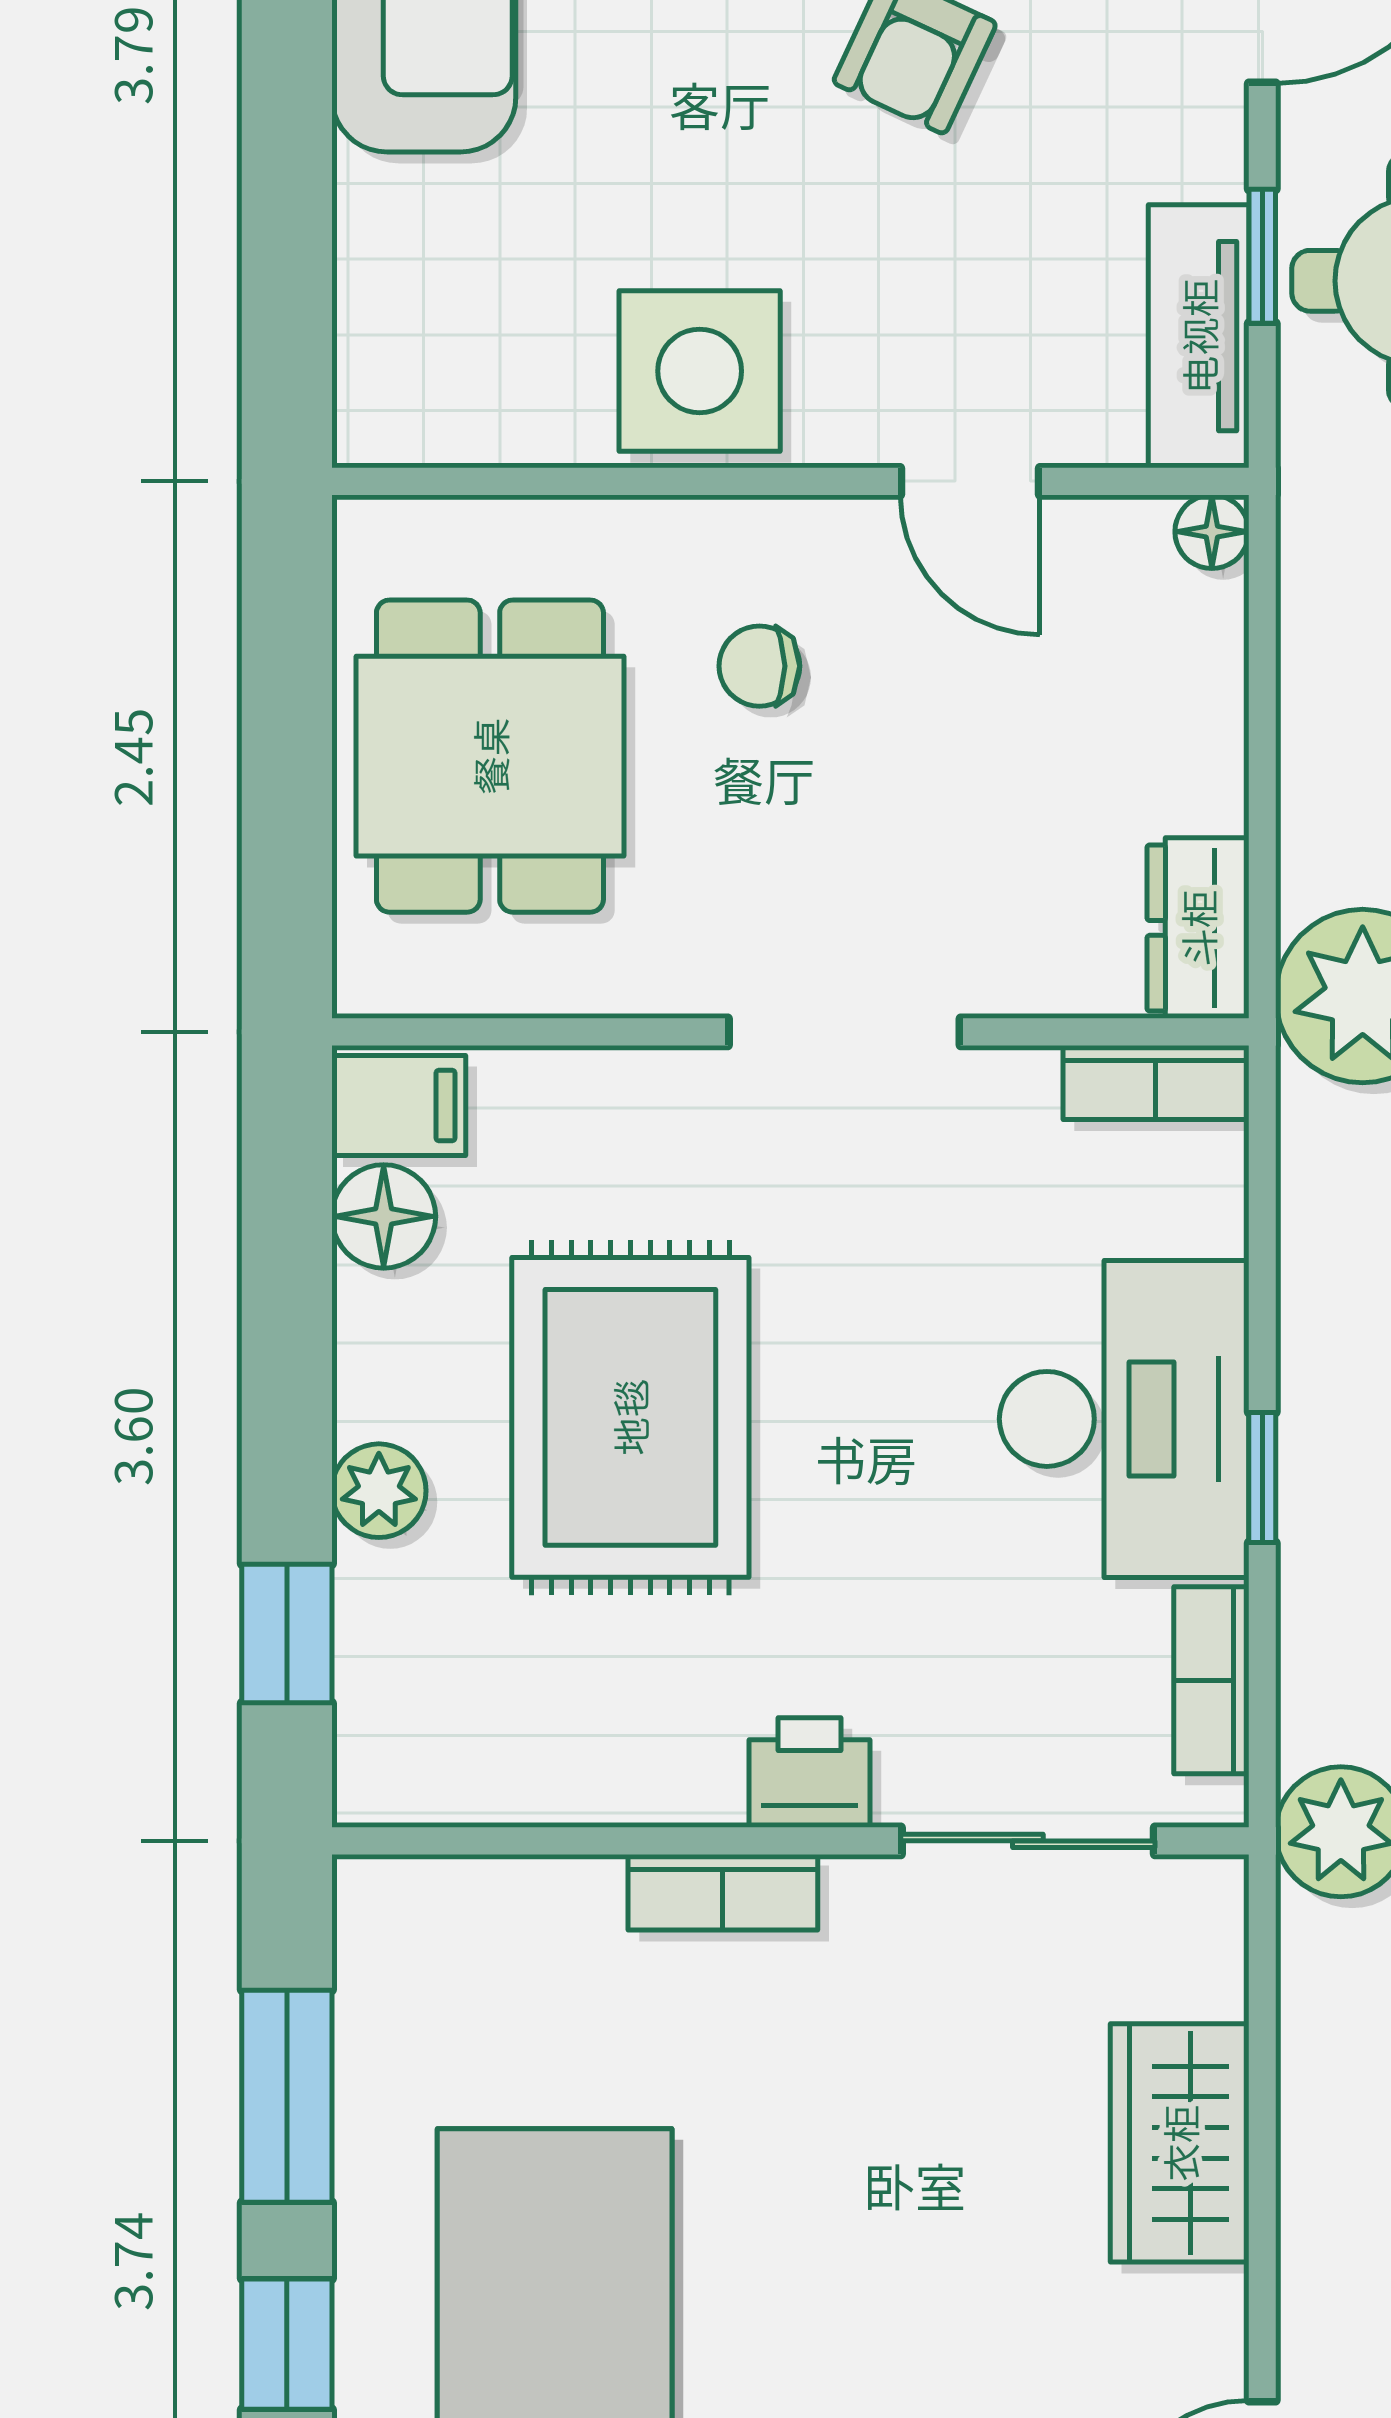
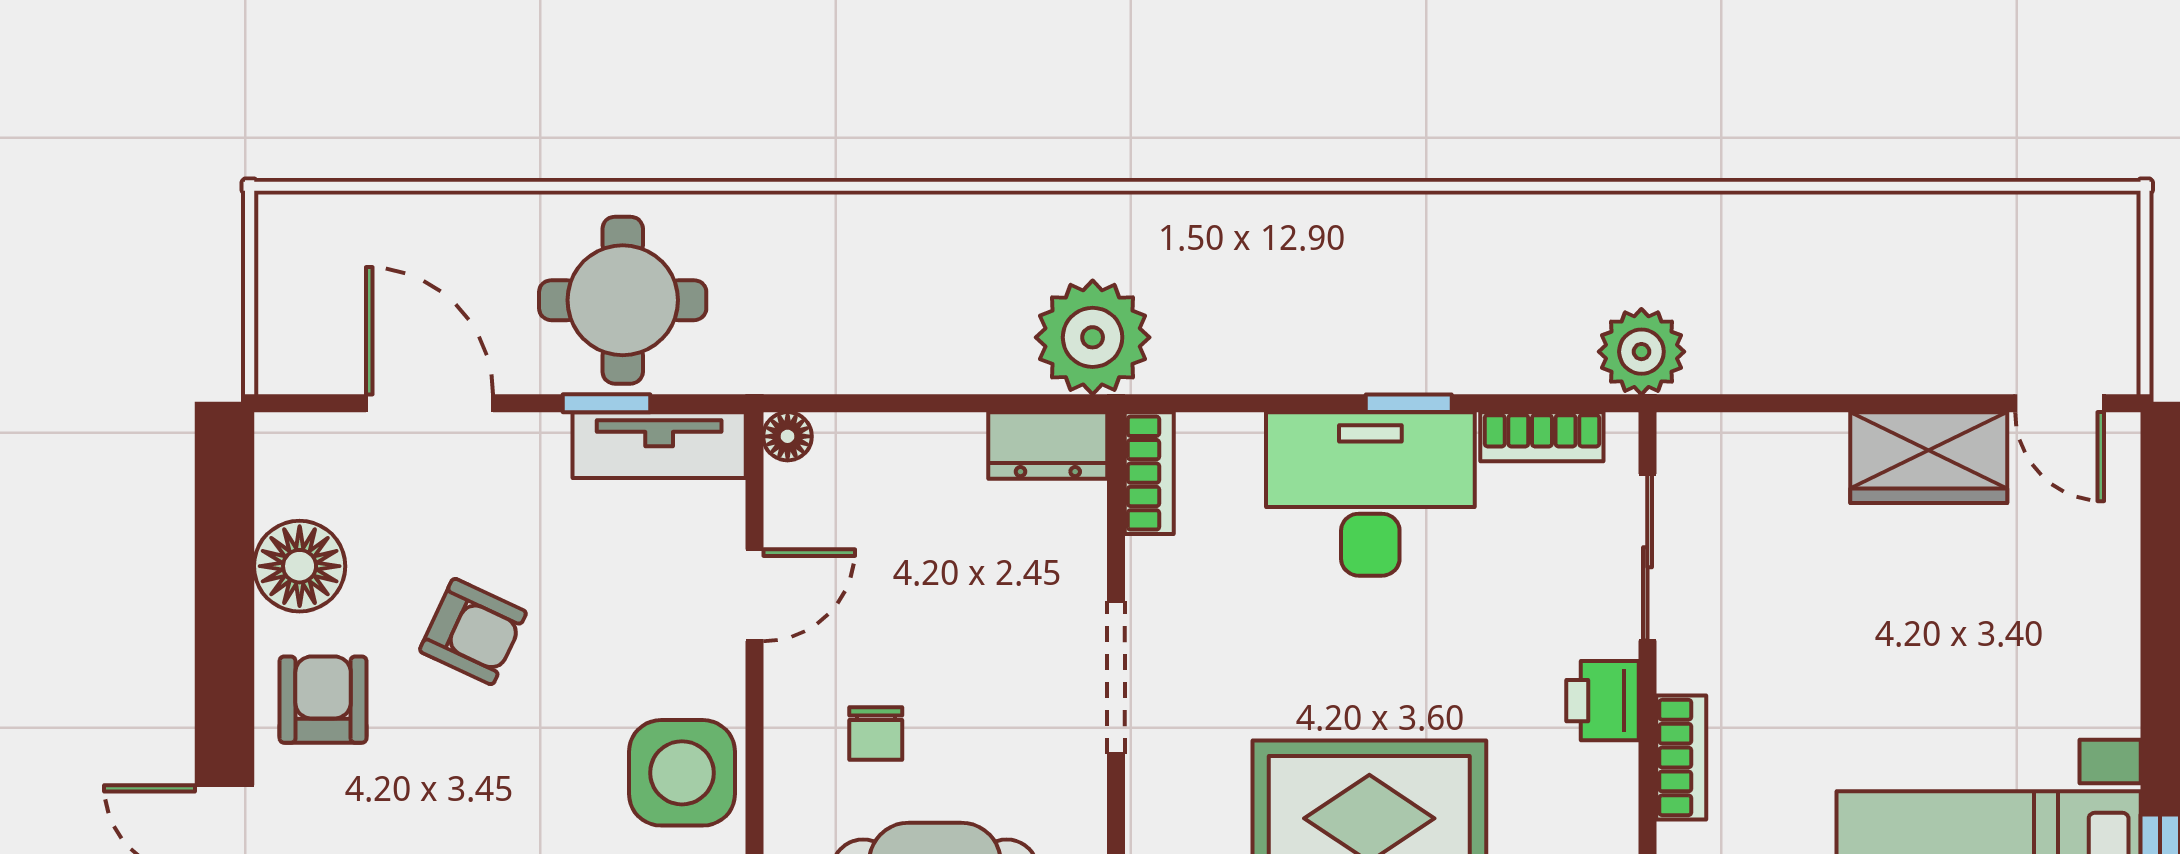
wardrobe: (1180, 2143) -> (1929, 458), moved

